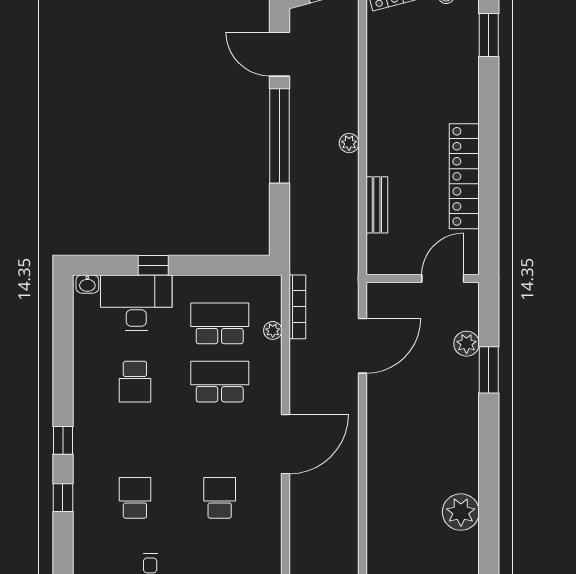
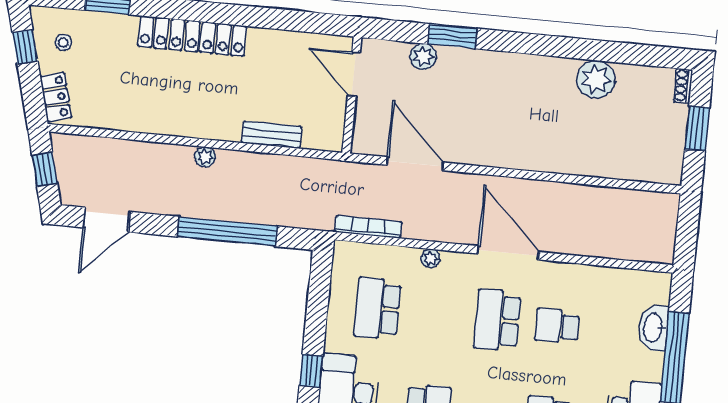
window: (280, 136) -> (227, 231), moved
locker: (464, 176) -> (192, 36), moved
plant: (273, 330) -> (431, 258), moved
school desk: (220, 382) -> (497, 320), moved

